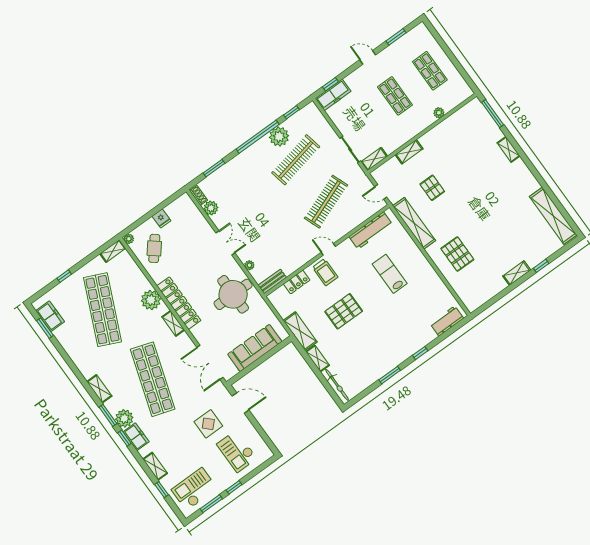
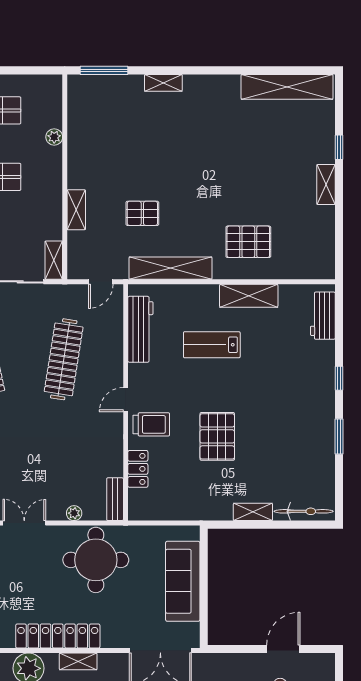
clothes rail: (326, 202) -> (64, 359), turned 30
shelving: (300, 331) -> (249, 296), moved
door: (240, 403) -> (283, 649), moved

